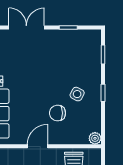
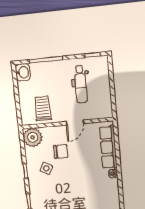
plant: (95, 138) -> (33, 137), width x1.87, depth x1.87

